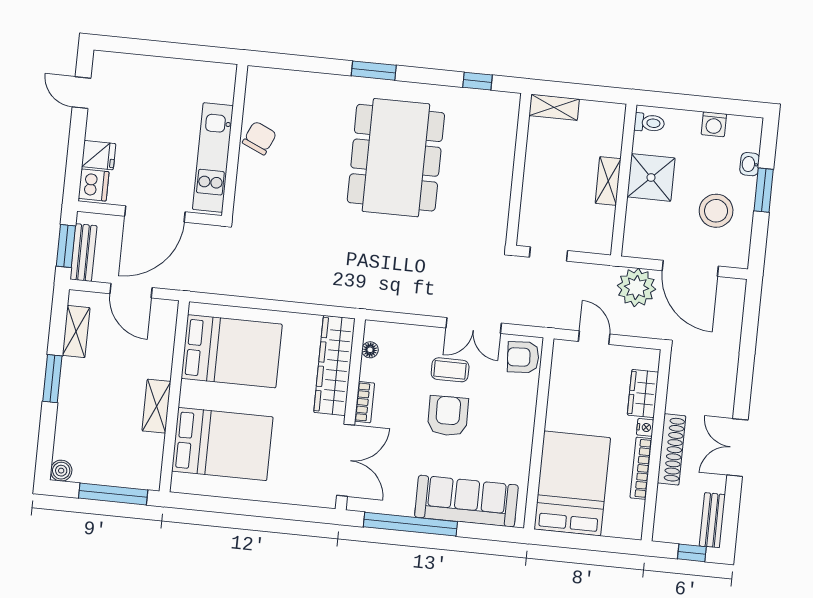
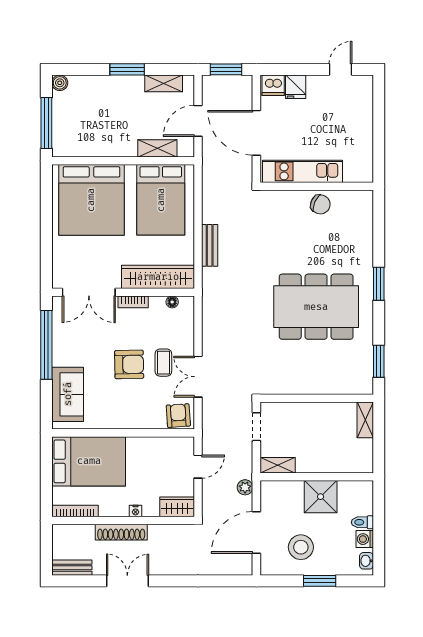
window: (477, 81) -> (379, 361), width x1.50
toilet: (649, 123) -> (362, 522), moved, turned 90
washbasin: (750, 164) -> (366, 561), moved, turned -90
shelving: (608, 181) -> (278, 465), moved
bench: (83, 253) -> (210, 245), moved, turned 90
plant: (636, 287) -> (245, 487), width x0.53, depth x0.53
wardrobe: (643, 394) -> (177, 507), moved
shelving: (156, 406) -> (157, 148), moved
bed: (222, 444) -> (91, 200), width x1.36
bookcase: (641, 468) -> (75, 511), moved
sofa: (466, 501) -> (68, 394), width x0.73
window: (692, 553) -> (46, 555), removed

